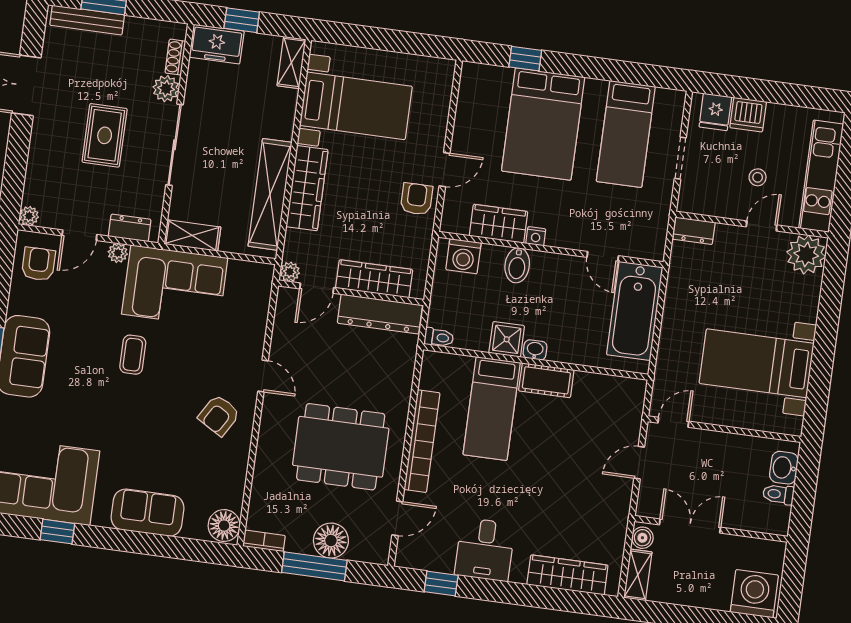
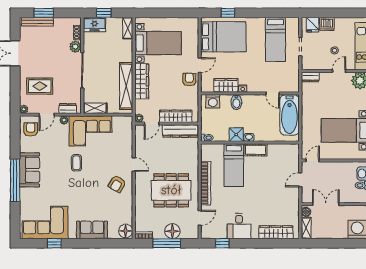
bed: (543, 124) -> (223, 37), moved, turned -90
rug: (105, 135) -> (40, 86), moved, turned 90

